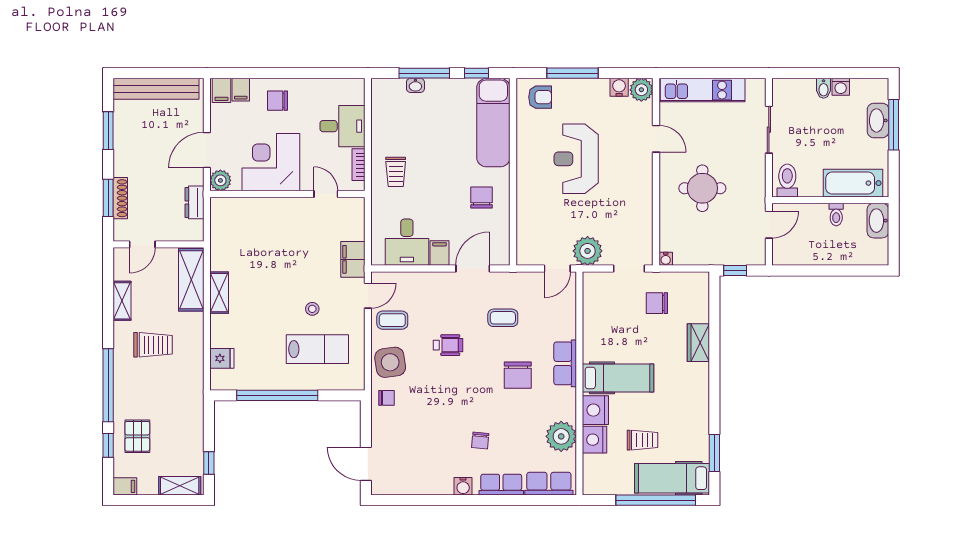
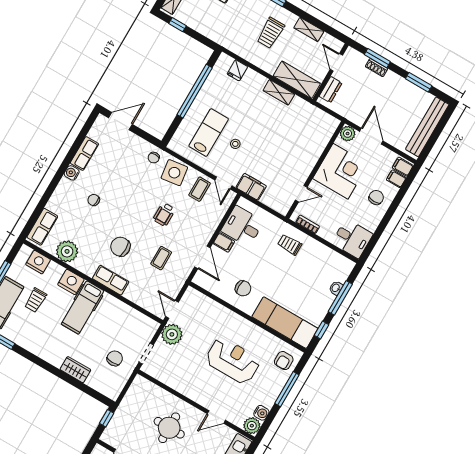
desk: (342, 126) -> (352, 239), moved, turned -90
shoe rack: (120, 198) -> (377, 68), width x0.70
dresser: (195, 202) -> (331, 90), moved, turned 90
water cooler: (666, 259) -> (139, 380), removed
lab bench: (317, 349) -> (209, 133), turned 180
nightstand: (595, 440) -> (38, 262), moved
row of seats: (501, 485) -> (84, 153), moved

